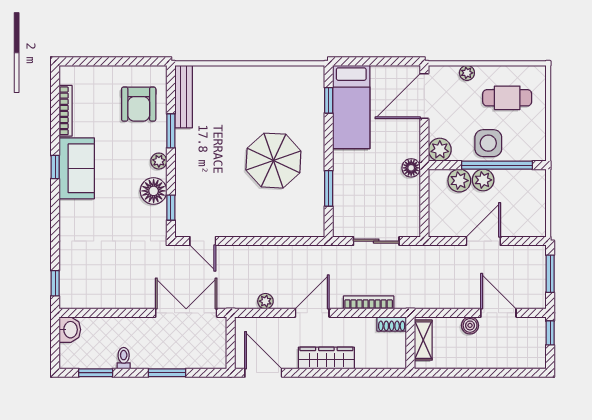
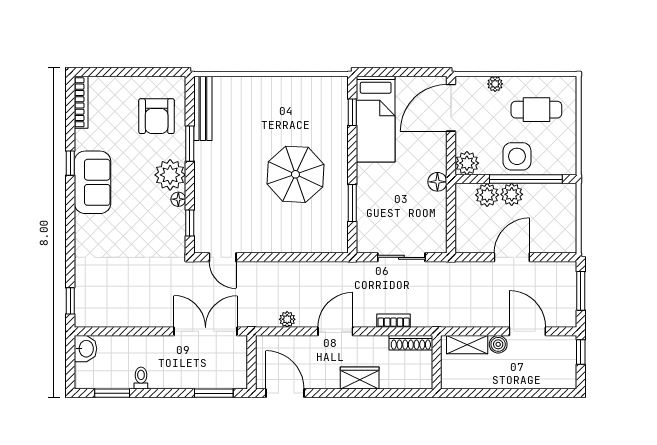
bookcase: (66, 111) -> (81, 102), moved
plant: (159, 161) -> (170, 175), width x1.87, depth x1.87
window: (55, 167) -> (70, 163), moved
floor lamp: (154, 191) -> (178, 199), width x0.53, depth x0.53
bookcase: (369, 302) -> (394, 321), width x0.64
shoe rack: (392, 324) -> (411, 343), width x1.43
shelving: (423, 340) -> (467, 345), moved, turned 90
wardrobe: (326, 358) -> (360, 378), width x0.67
window: (167, 373) -> (214, 393), moved

